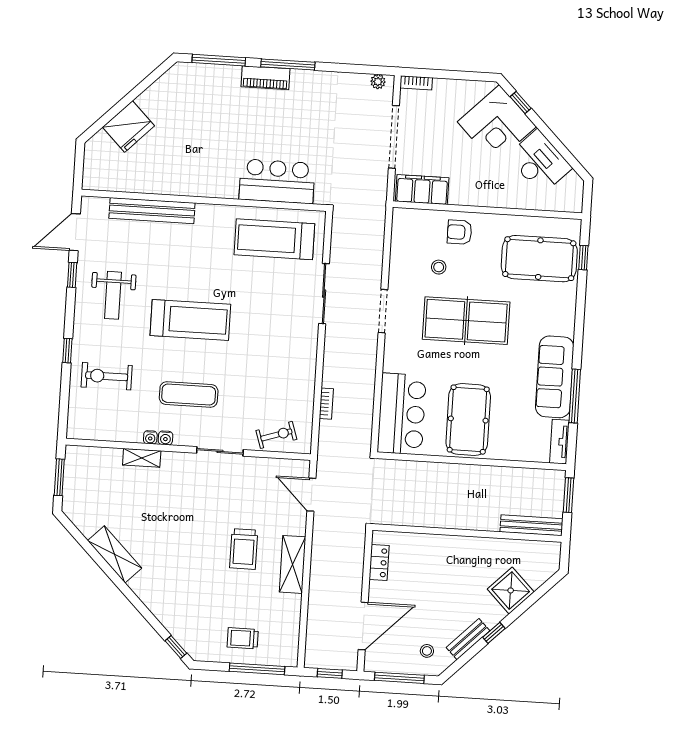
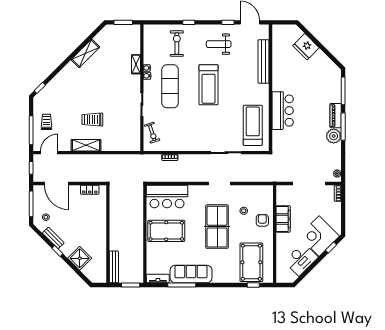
plant: (305, 84) -> (334, 136), added
bar counter: (277, 181) -> (283, 111), moved
filing cabinet: (422, 190) -> (283, 219), moved
exercise mat: (189, 394) -> (170, 86), width x1.36, depth x1.45
door: (311, 495) -> (49, 153), moved

